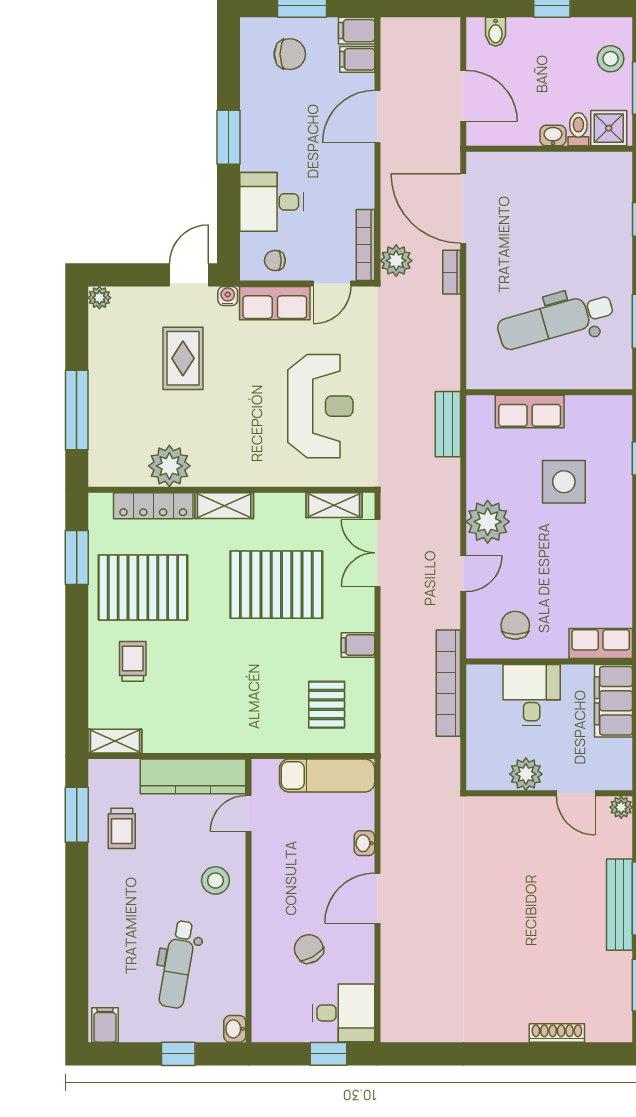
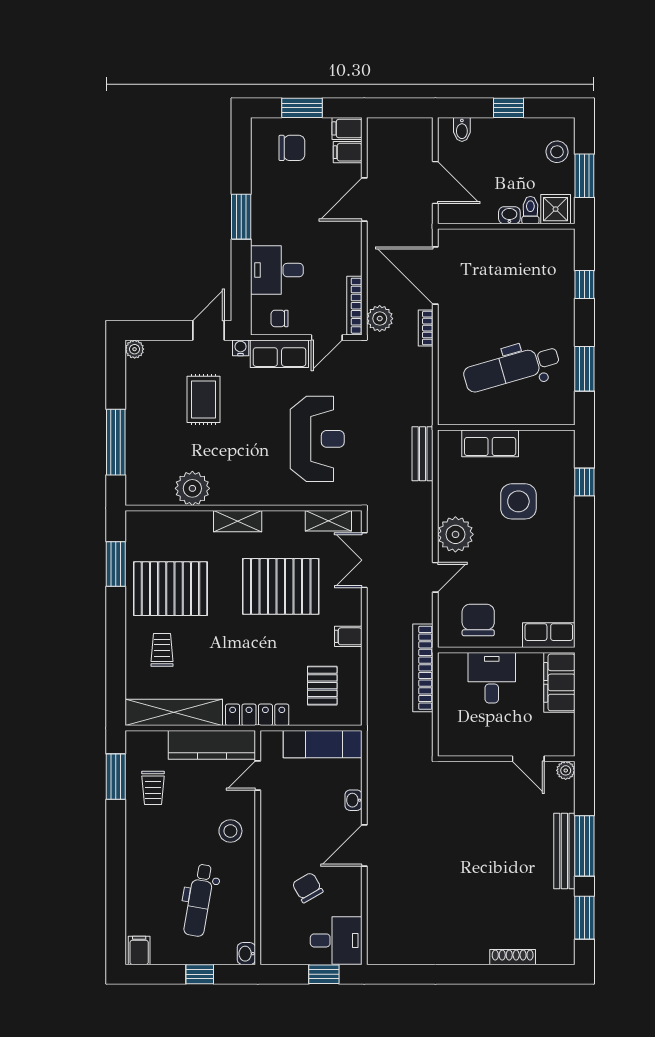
locker: (153, 506) -> (257, 715), moved, turned 180
chair: (515, 625) -> (478, 620), width x1.37, depth x1.37
shelving: (115, 741) -> (174, 712), width x2.20, depth x1.33
plant: (526, 774) -> (487, 743), removed

